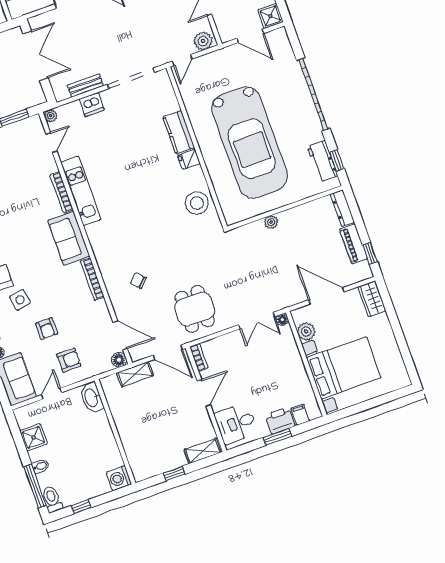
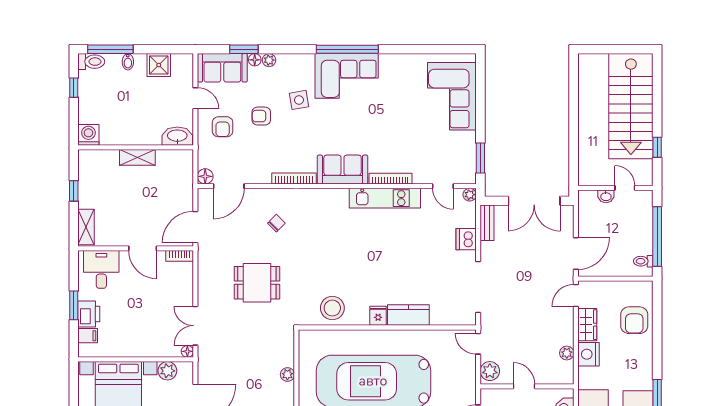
bench: (85, 86) -> (487, 223), moved
dining table: (195, 309) -> (257, 283), moved
shelving: (135, 374) -> (137, 157), moved, turned 90

